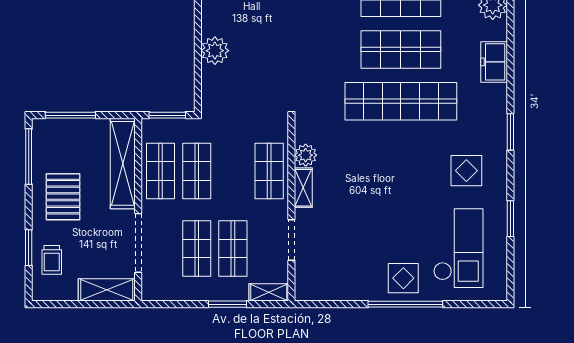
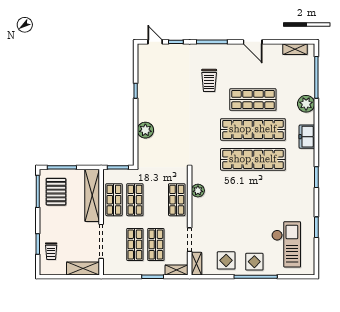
shop shelf: (401, 49) -> (253, 129), width x1.40
display table: (466, 171) -> (226, 260), moved
shelving: (303, 188) -> (197, 264), moved
pallet: (63, 197) -> (56, 192), moved

